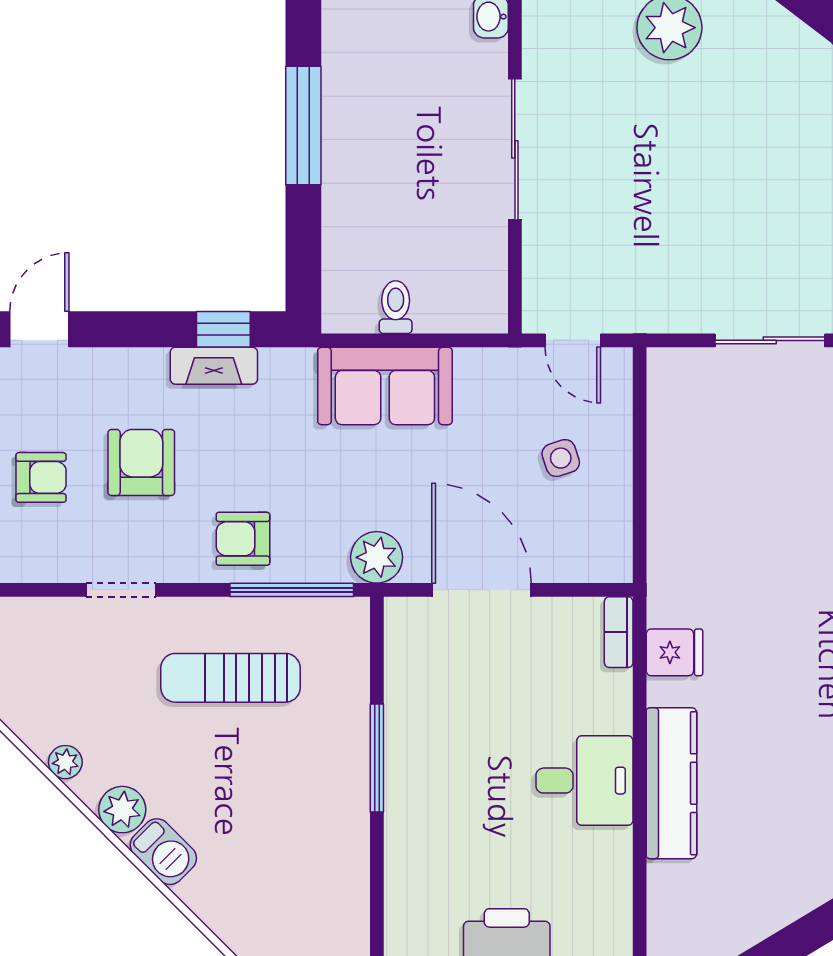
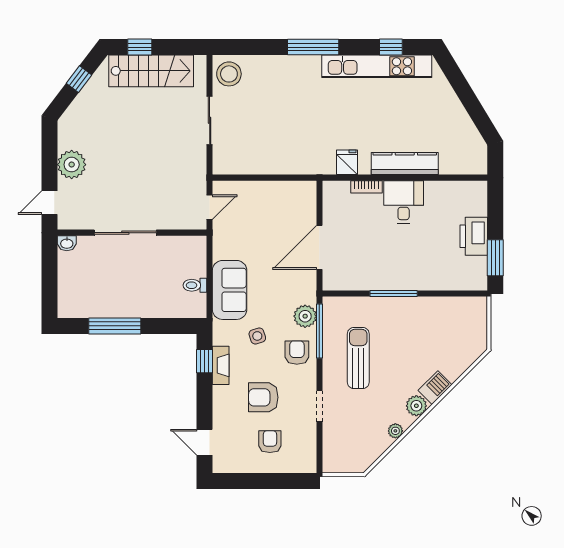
side table: (561, 458) -> (257, 336), moved
armchair: (243, 539) -> (297, 353), turned 180
plant: (377, 557) -> (305, 316), moved
bookcase: (619, 632) -> (366, 187), moved
sun lounger: (230, 678) -> (358, 358), turned 180

